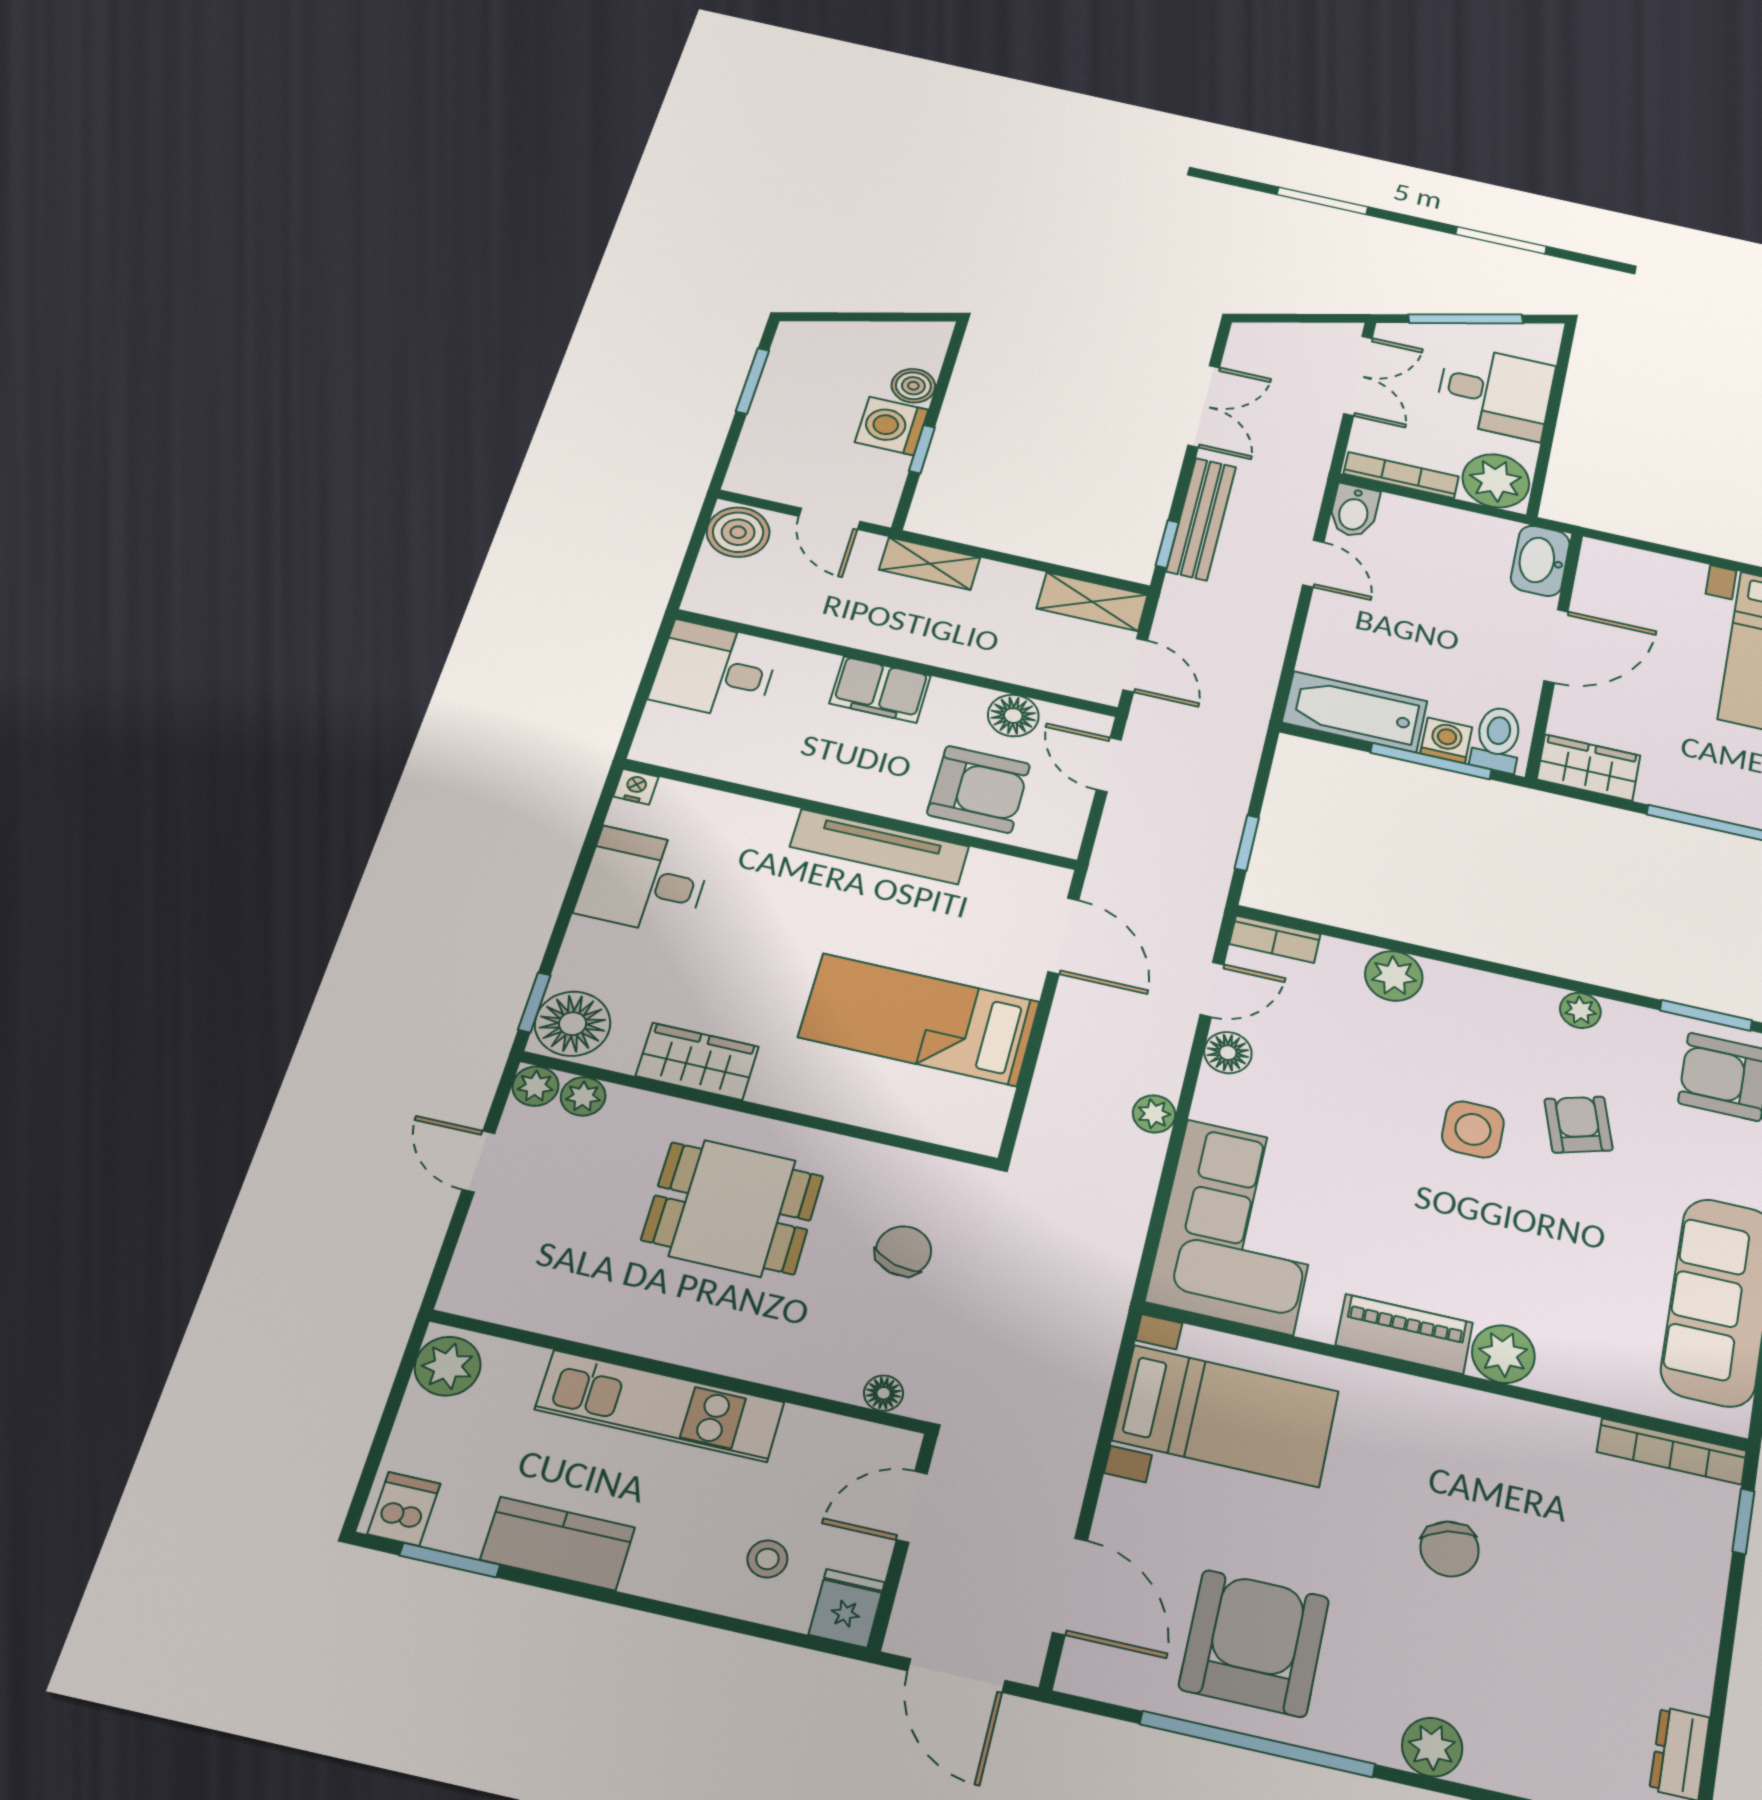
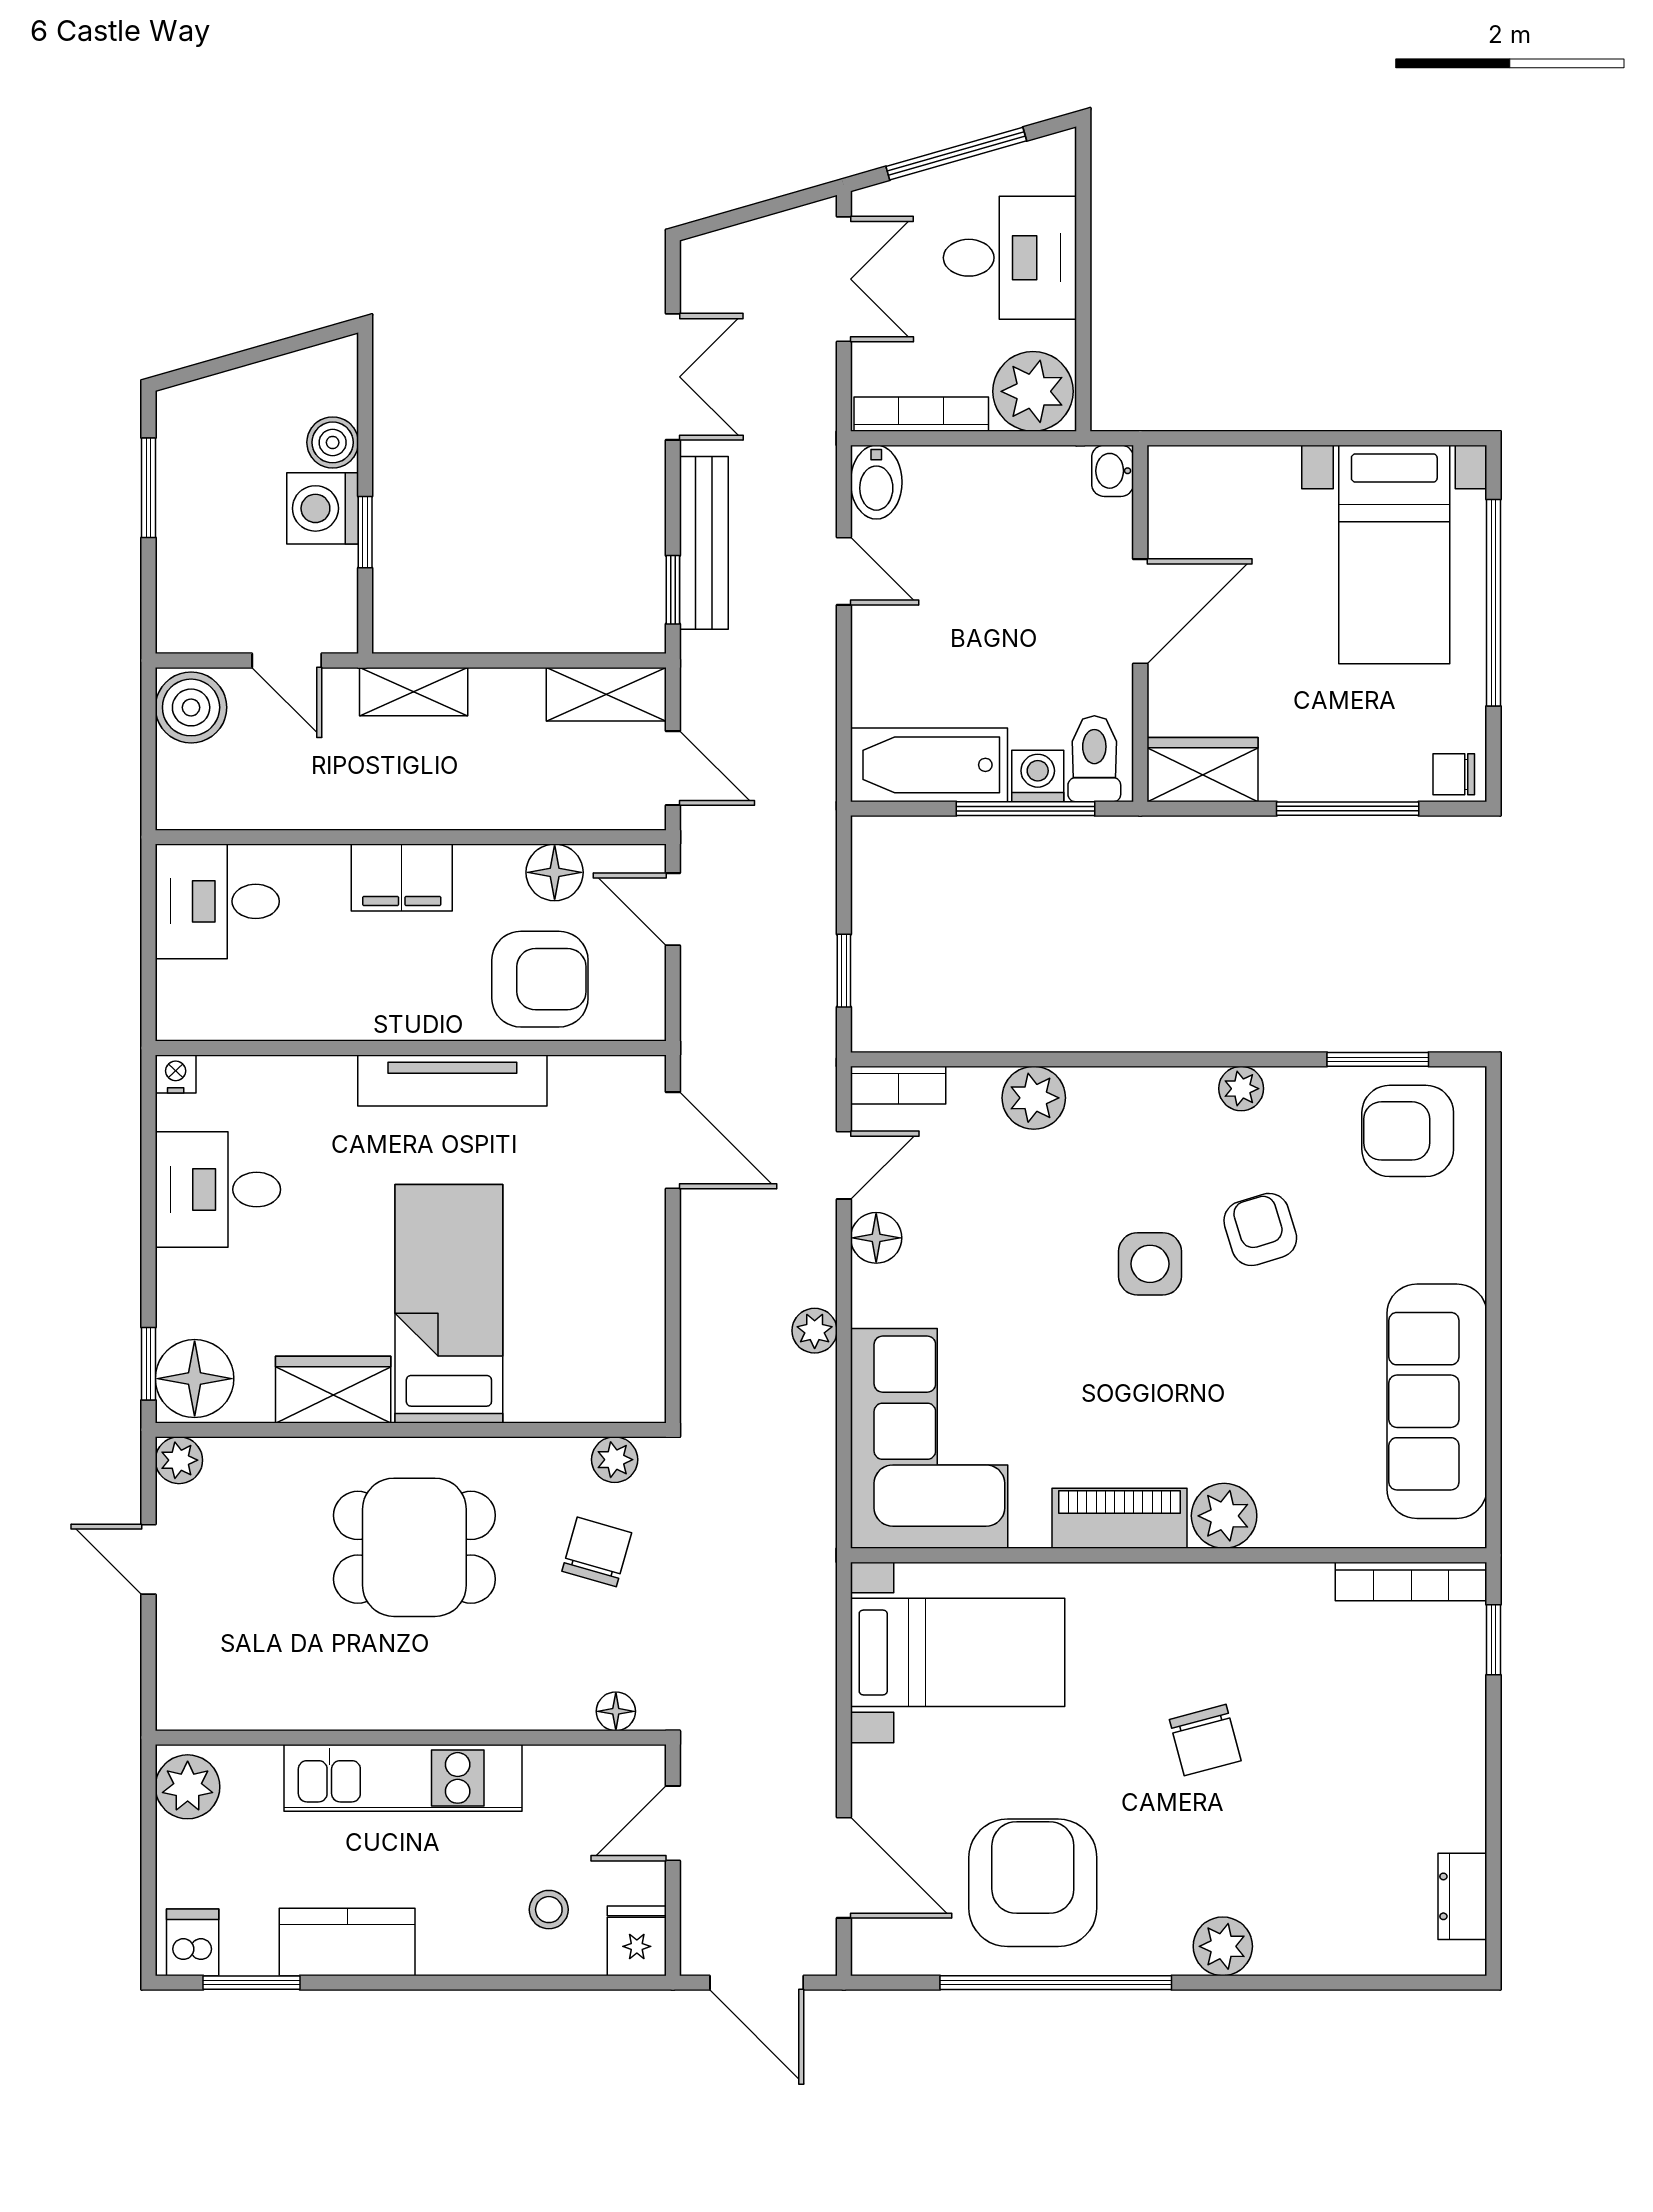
washbasin: (1540, 561) -> (1113, 471), width x0.52, depth x0.69
bed: (919, 1020) -> (449, 1304), moved, turned 90
plant: (583, 1096) -> (615, 1460), moved

